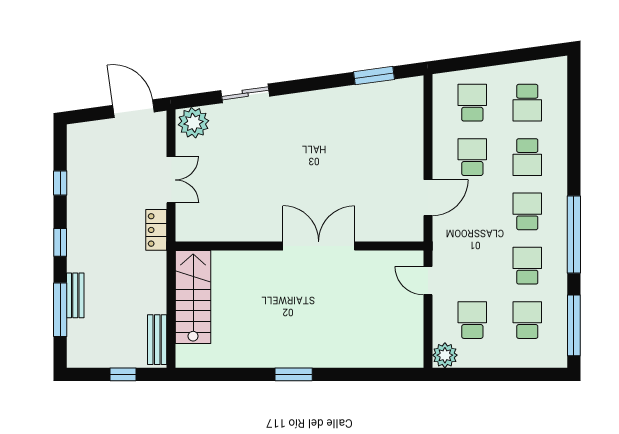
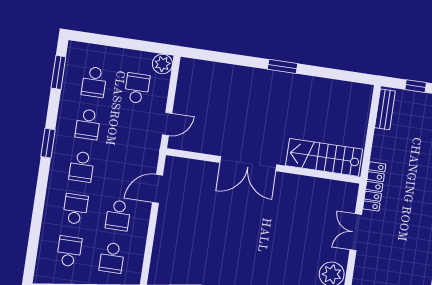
locker: (156, 230) -> (374, 186), width x1.53
window: (574, 235) -> (48, 143), width x0.47
door: (428, 281) -> (167, 124), hinge flipped
stairs: (193, 297) -> (324, 157), moved, turned 90
school desk: (472, 320) -> (137, 88), turned 180
window: (574, 325) -> (58, 72), width x0.69

